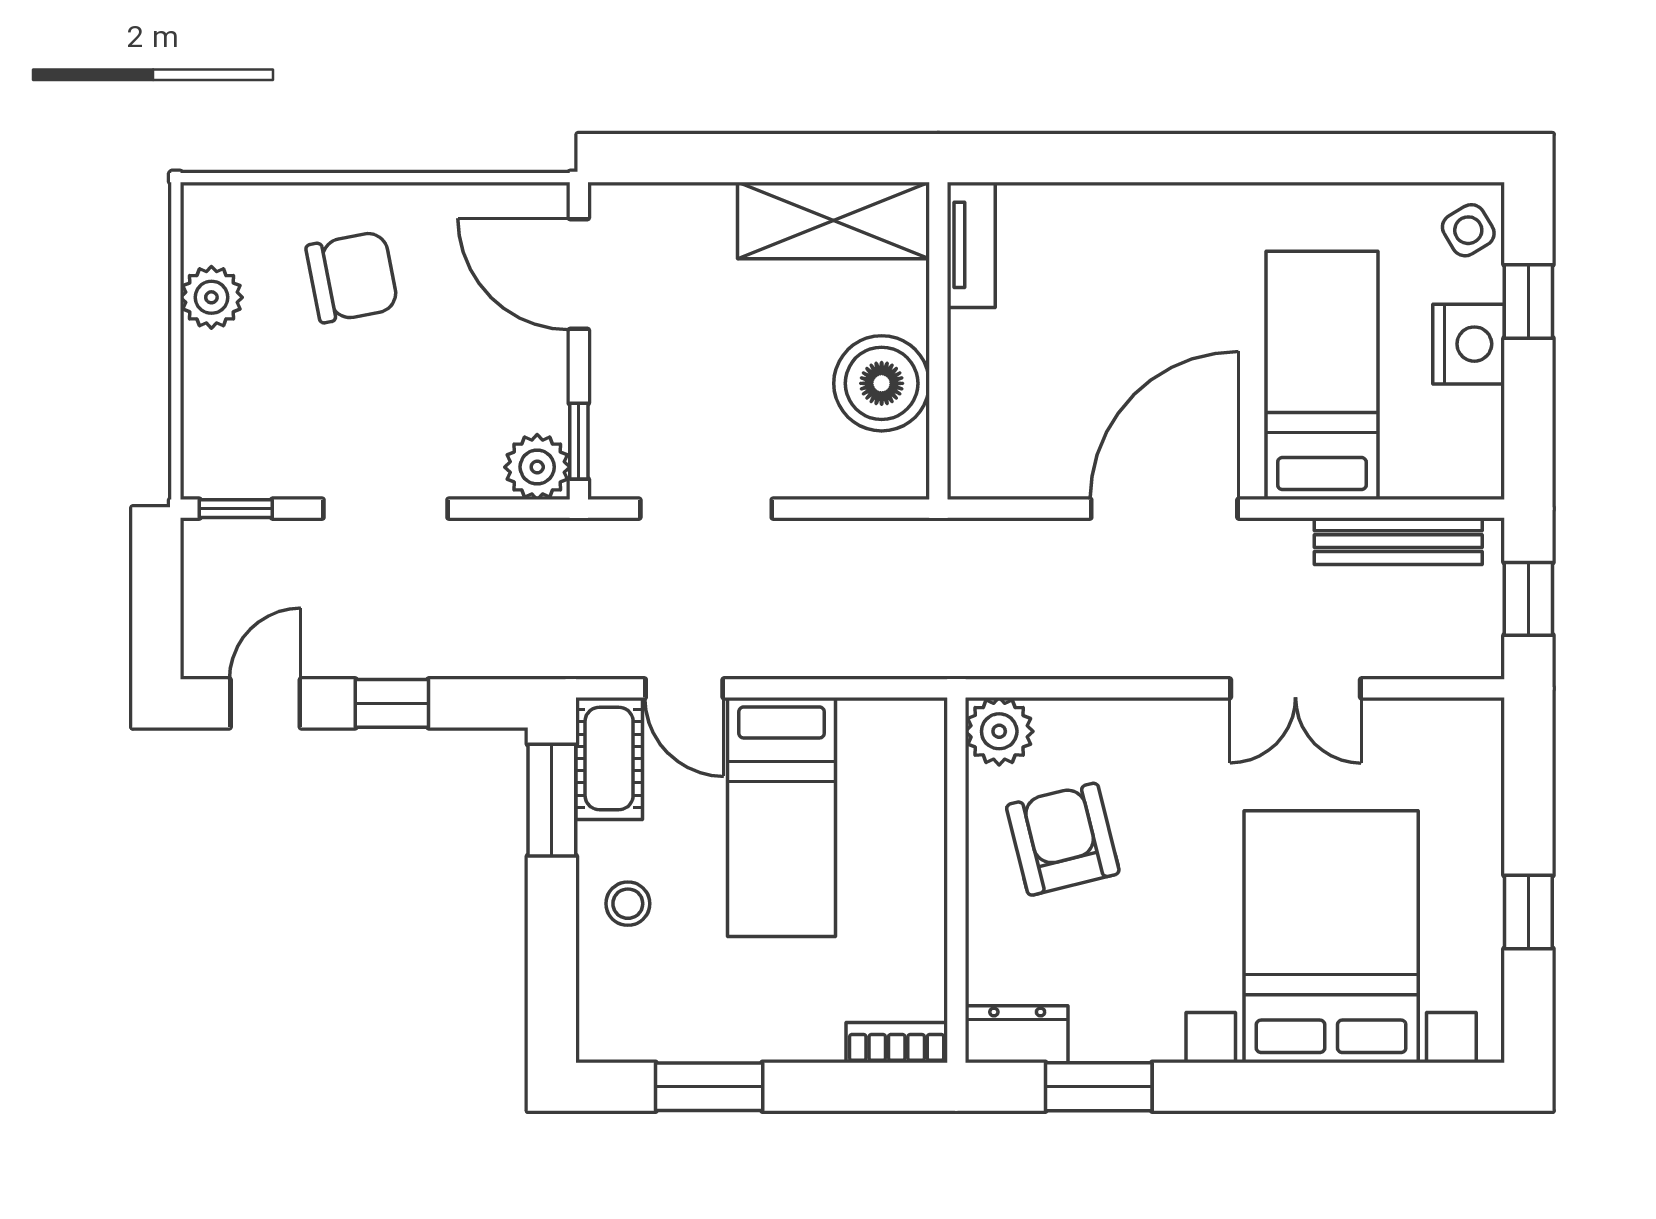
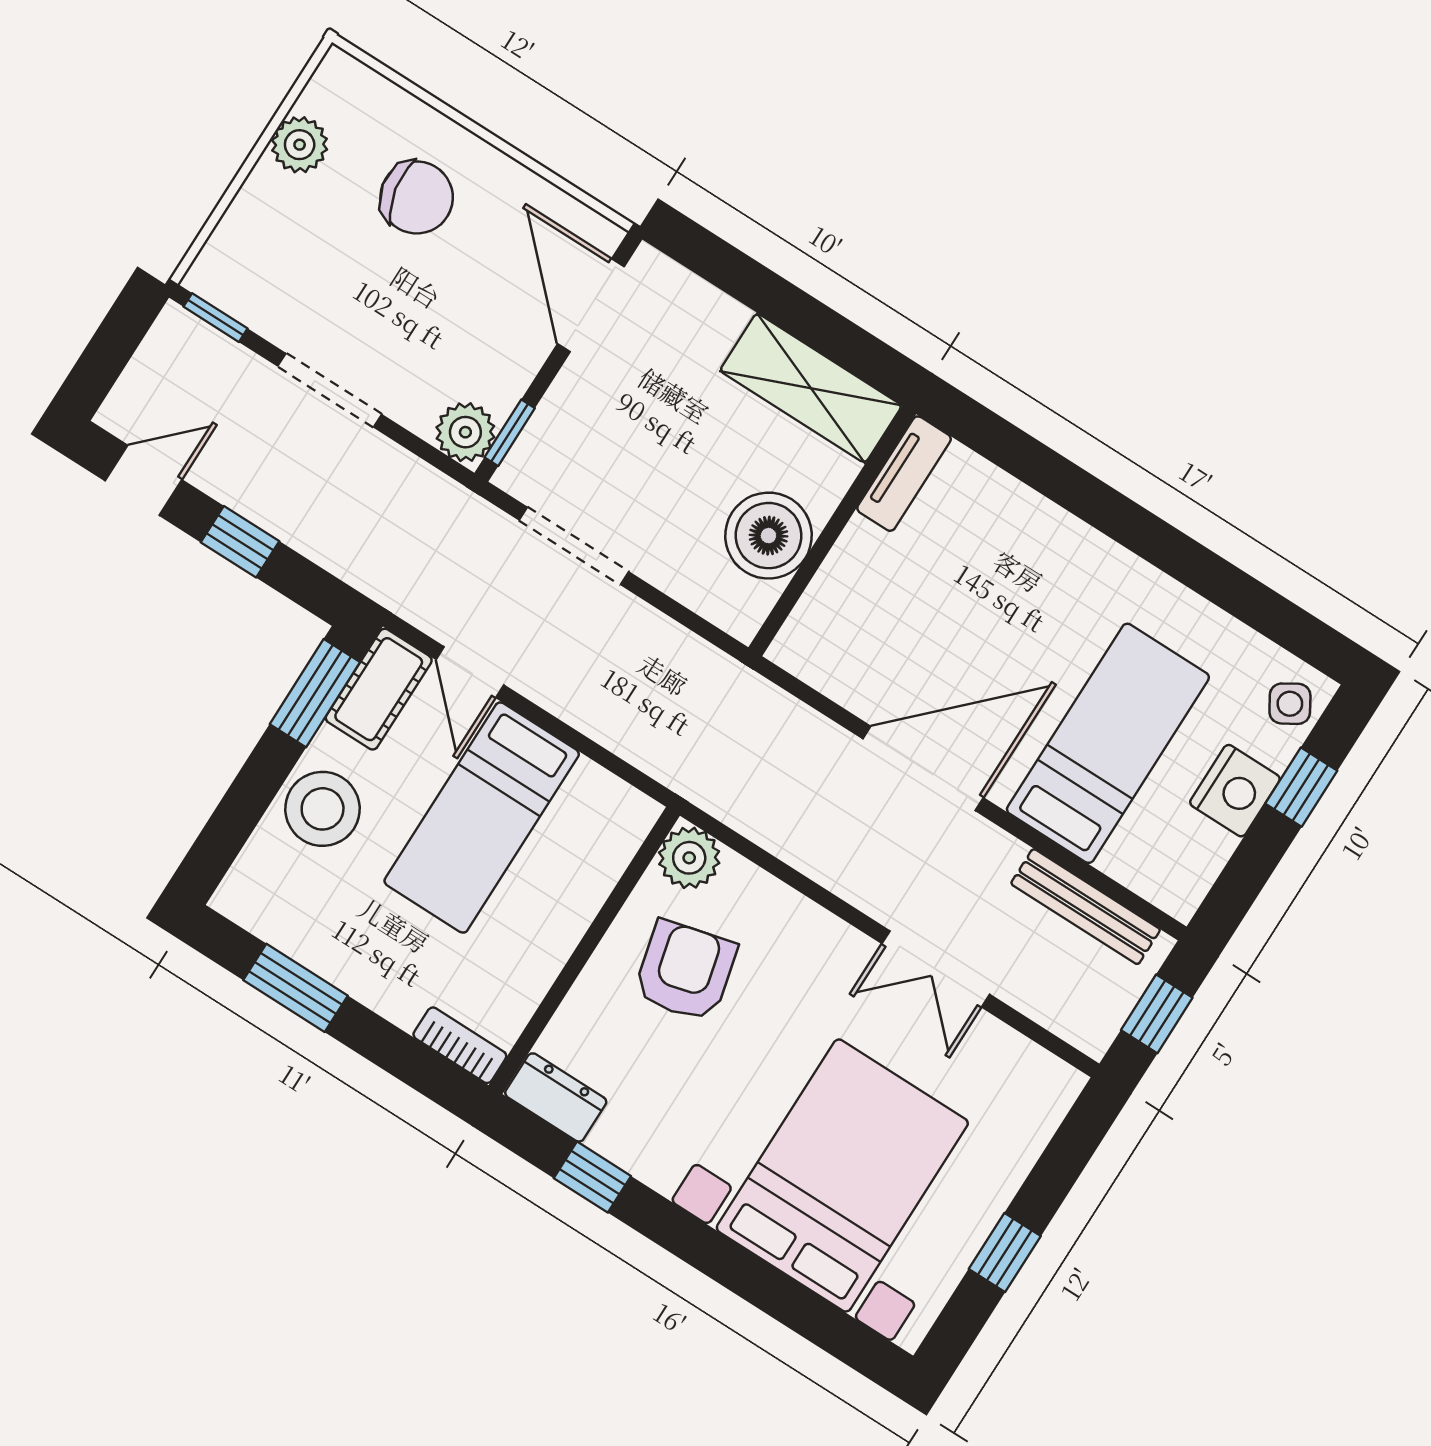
stool: (628, 904) -> (323, 809), width x1.89, depth x1.89
window: (1099, 1087) -> (592, 1177), width x0.67

